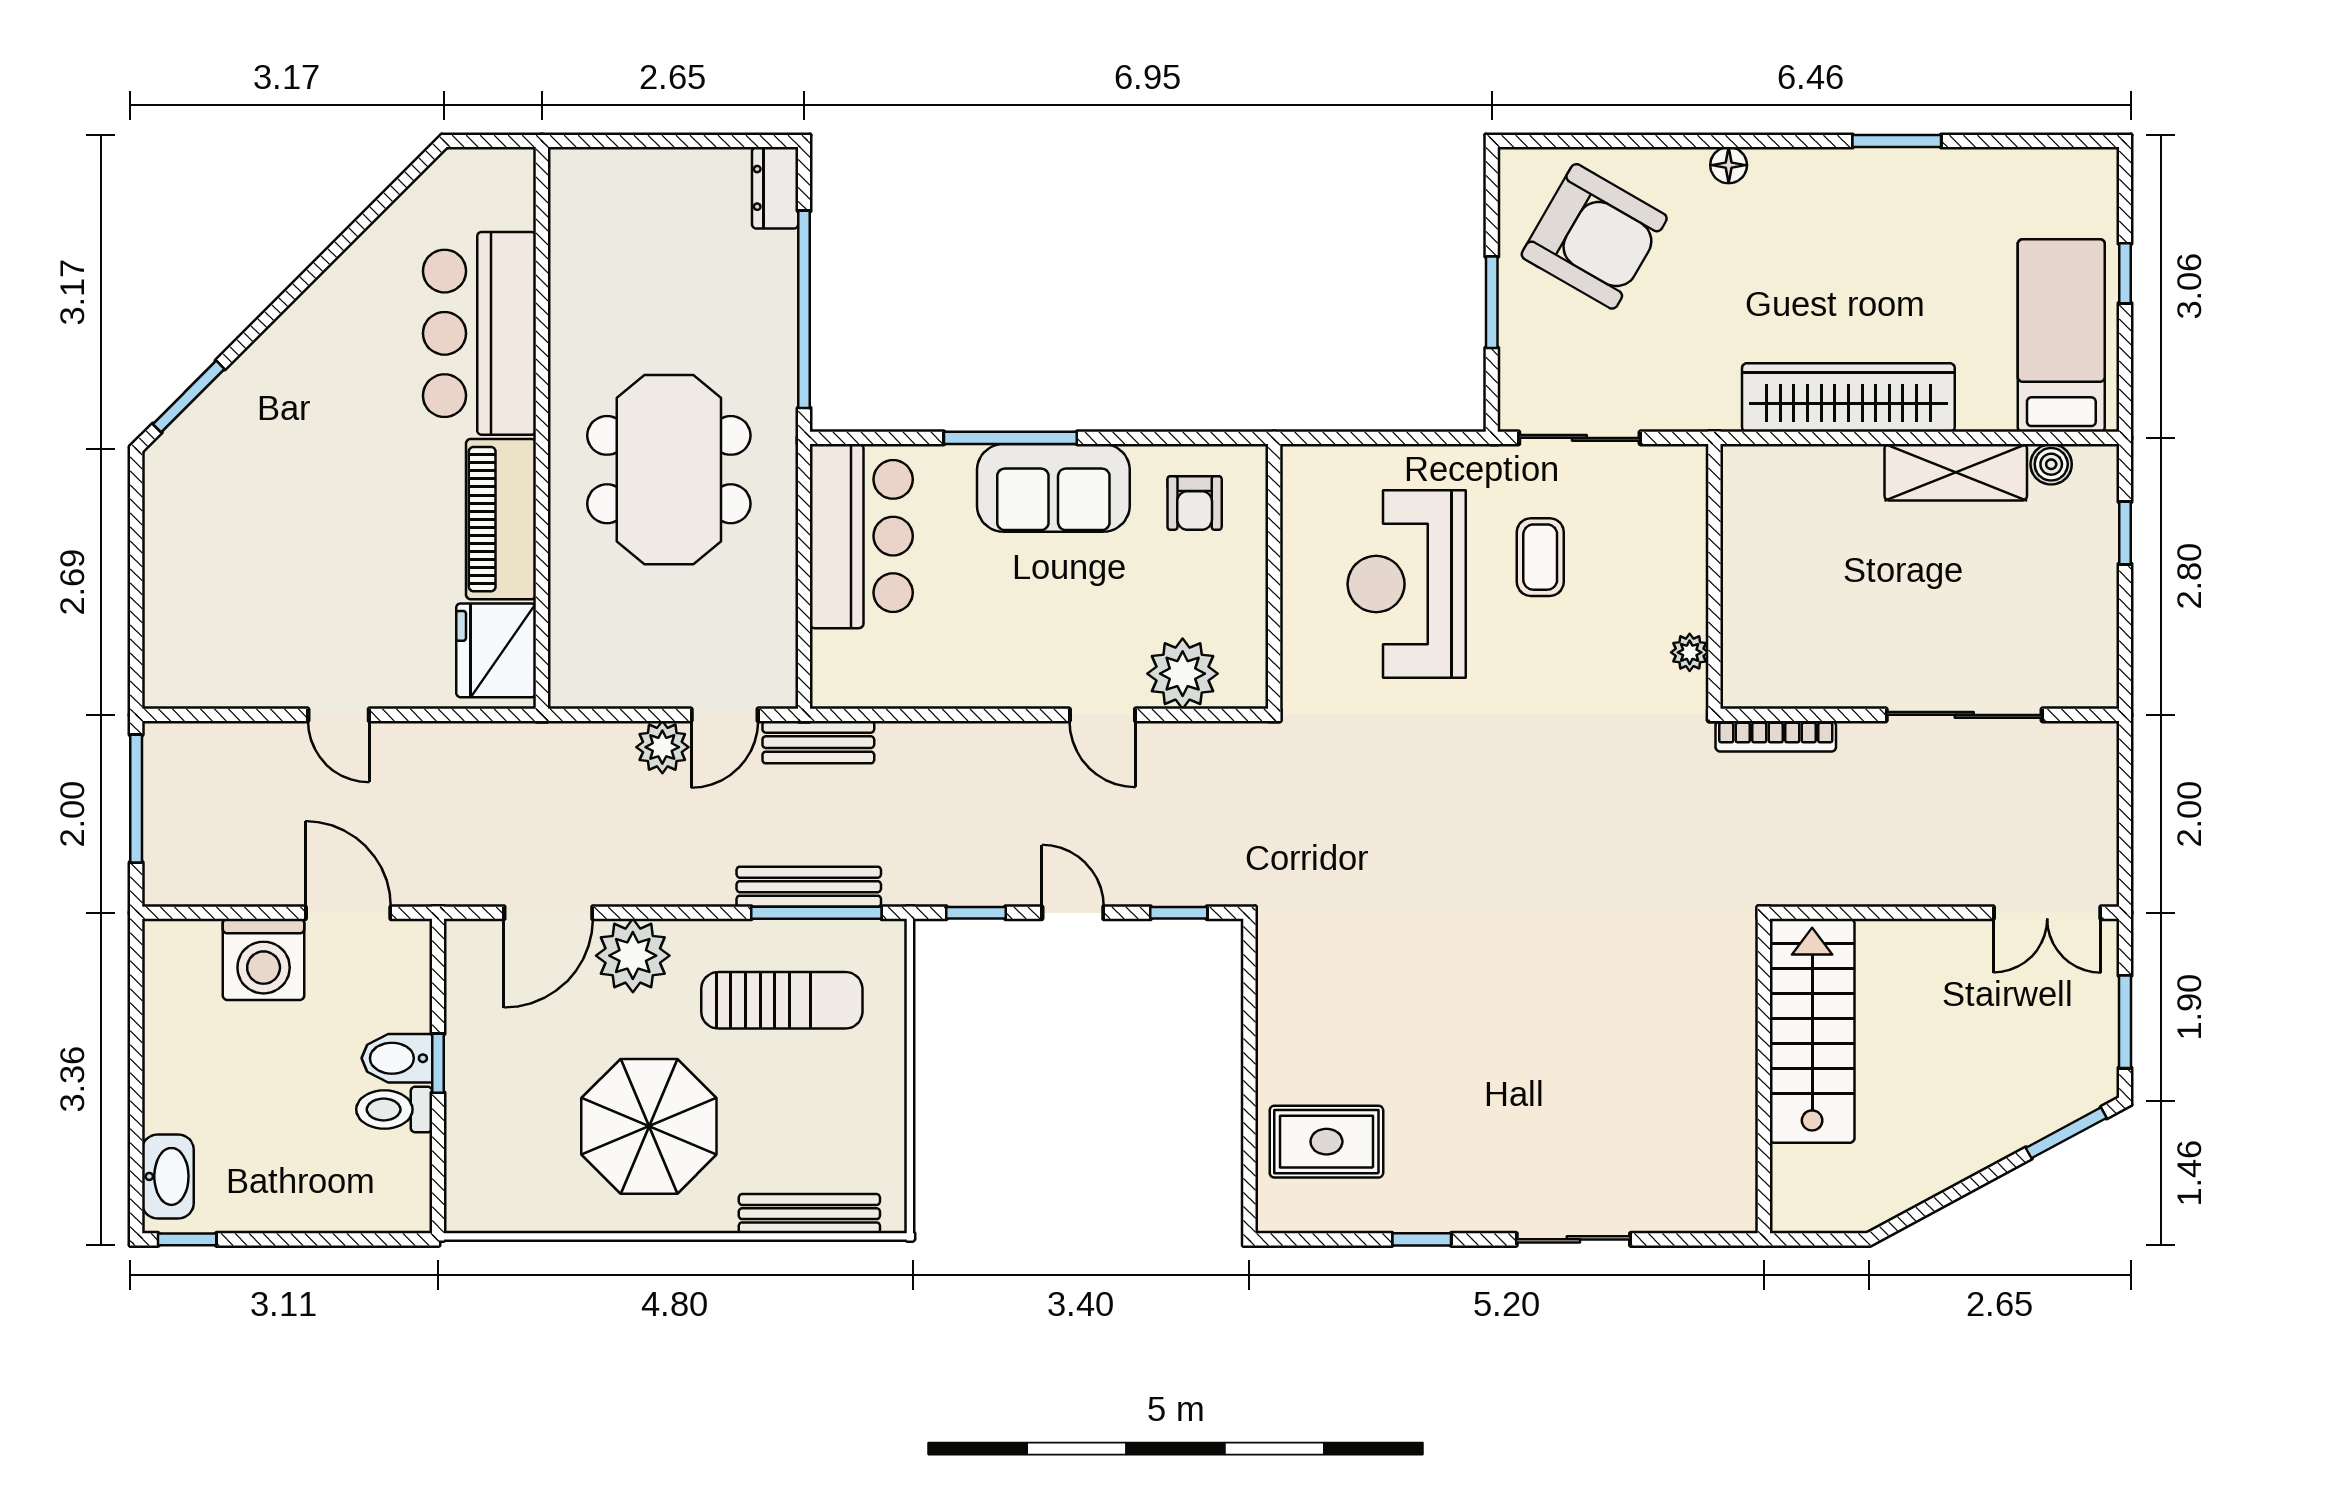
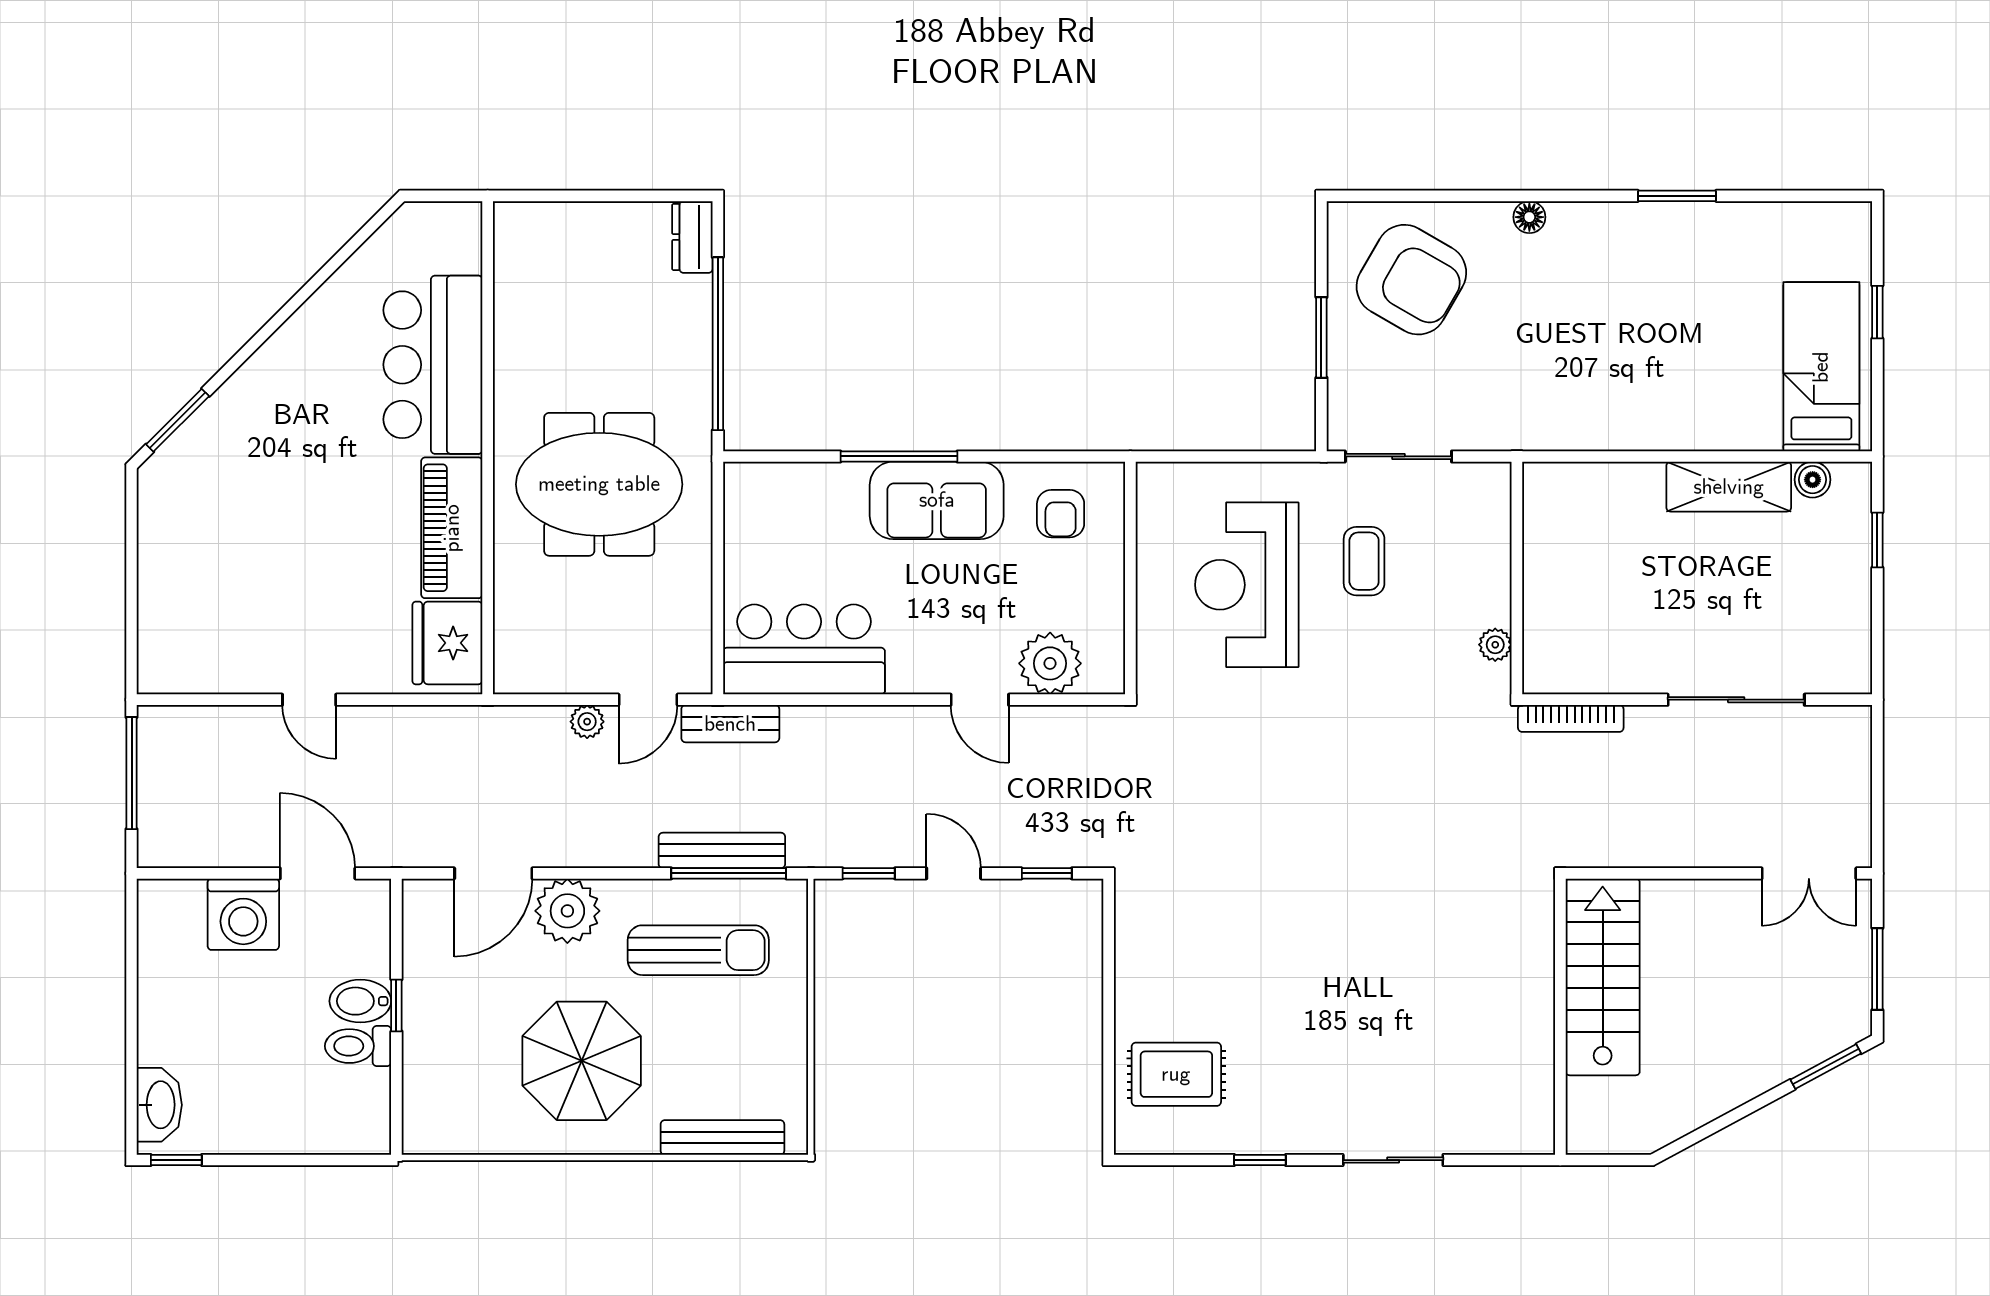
wardrobe: (1848, 398) -> (1634, 421), removed
meeting table: (669, 470) -> (599, 484), turned 90
bar counter: (861, 536) -> (804, 649), moved, turned -90
plant: (662, 747) -> (587, 722), width x0.73, depth x0.73

